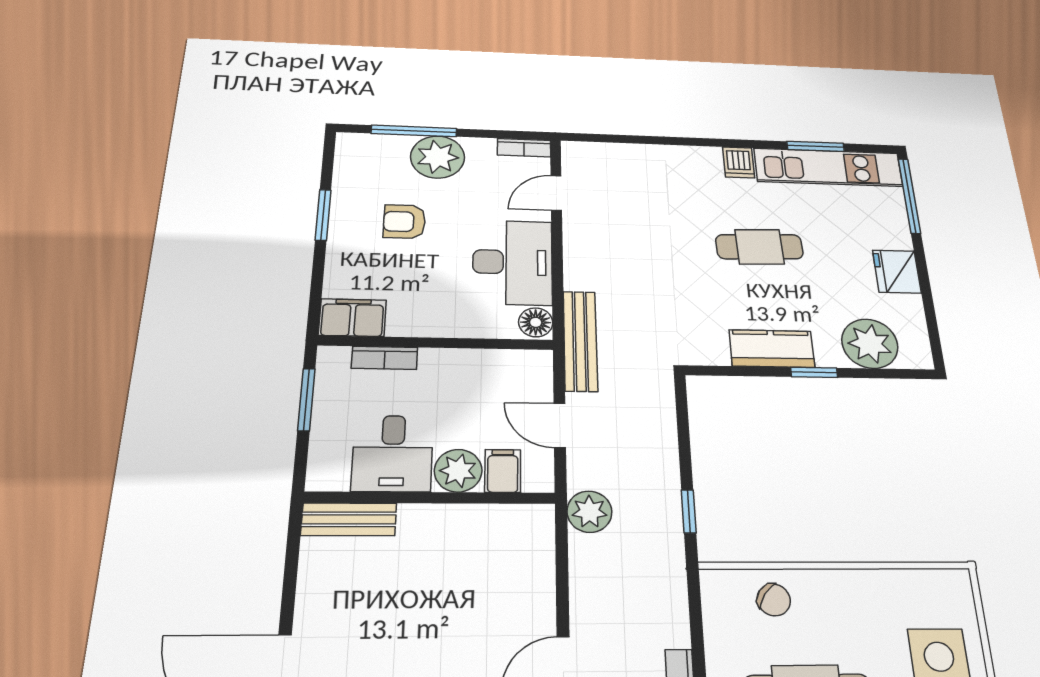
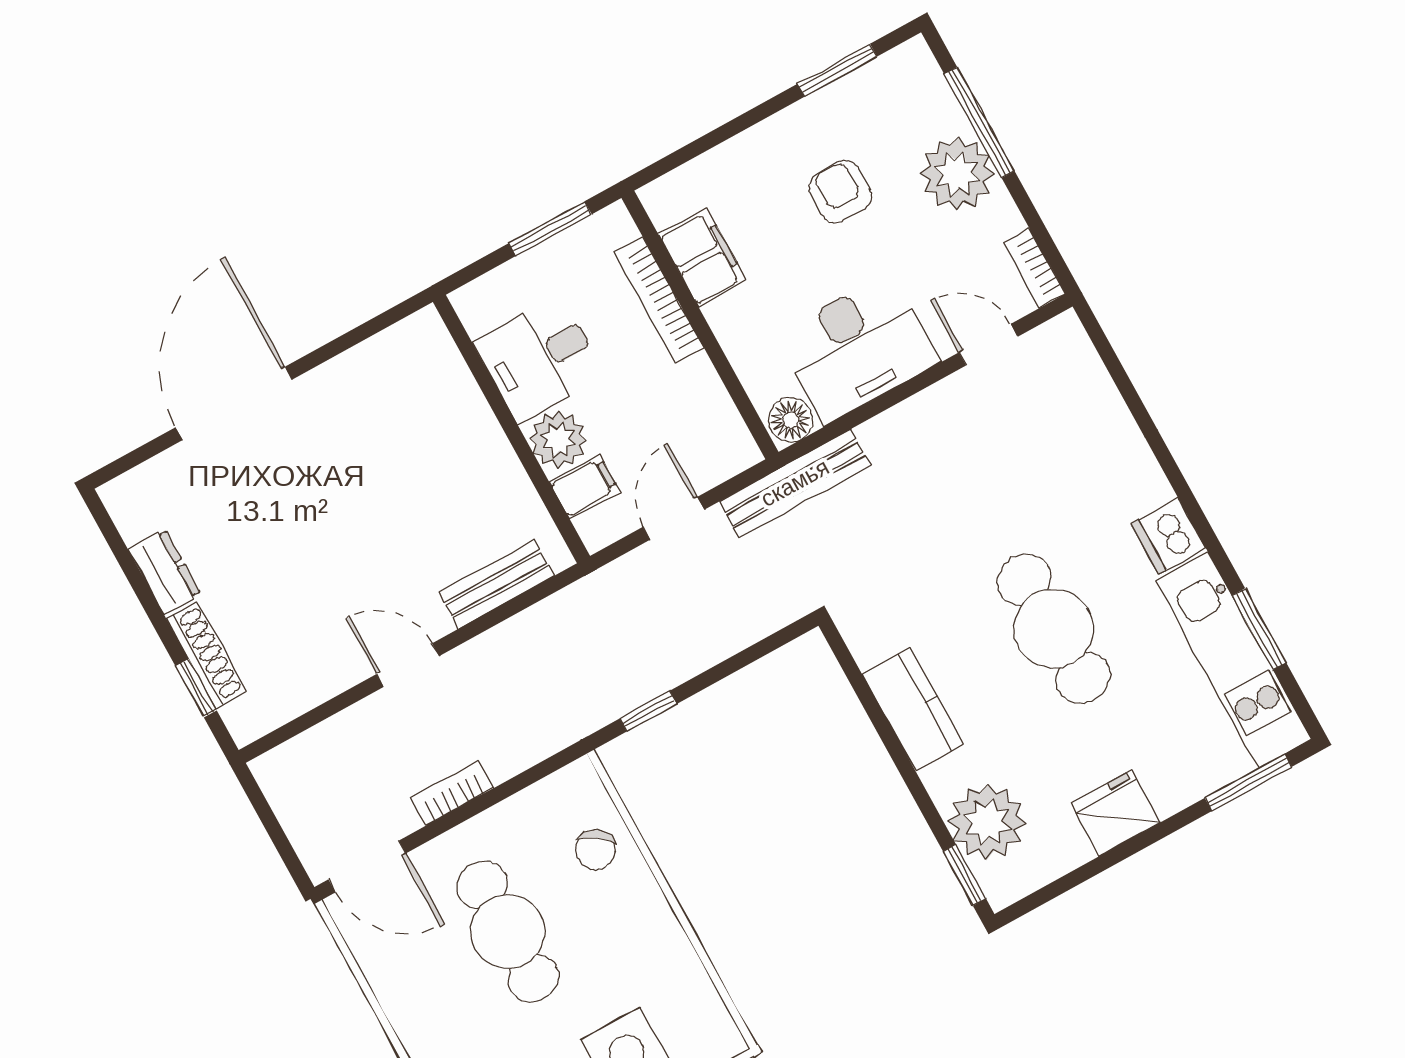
dishwasher: (739, 162) -> (1168, 536), width x1.38
window: (909, 196) -> (1248, 782), width x0.69
window: (323, 215) -> (837, 70), moved
cafe table: (759, 247) -> (1054, 629), width x1.37, depth x1.35
filing cabinet: (352, 318) -> (703, 258), moved
bookcase: (385, 358) -> (659, 300), width x1.56
window: (814, 372) -> (964, 875), moved
plant: (589, 512) -> (589, 605), removed
bench: (349, 519) -> (496, 584), moved, turned 90

